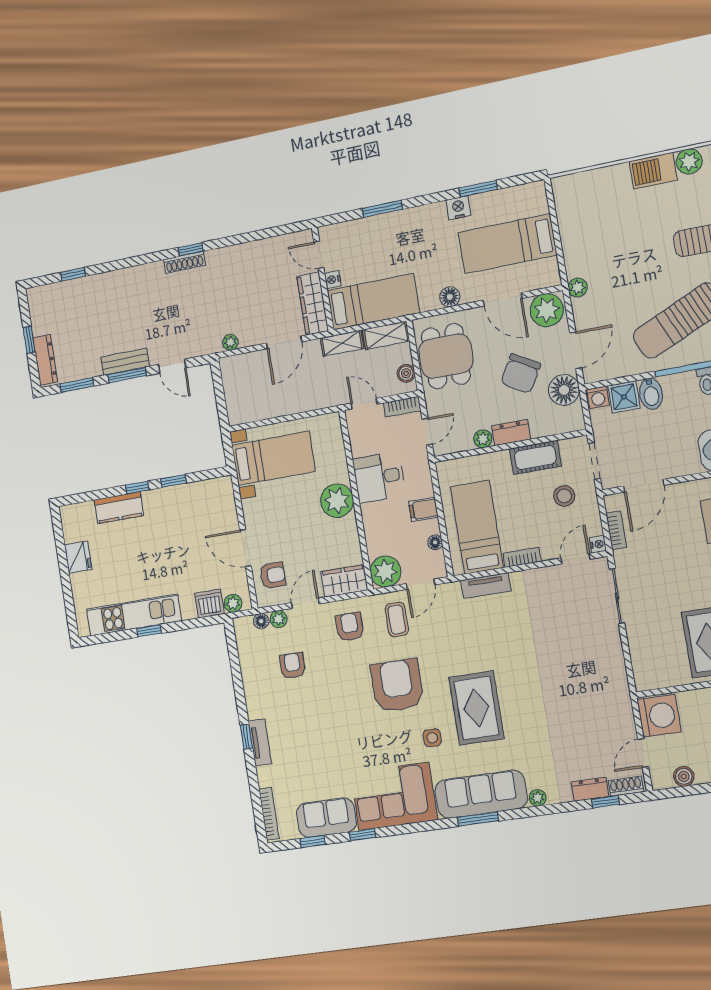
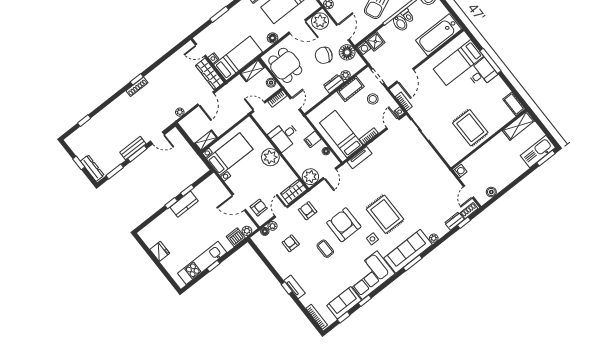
shelving: (342, 343) -> (206, 140), moved
chair: (521, 374) -> (324, 55), turned 82
bidet: (651, 394) -> (400, 23), moved
plant: (483, 439) -> (346, 75), moved
kitchen counter: (119, 508) -> (184, 204), moved
coffee table: (397, 619) -> (325, 249), moved
washing machine: (659, 716) -> (460, 171), width x0.53, depth x0.53

